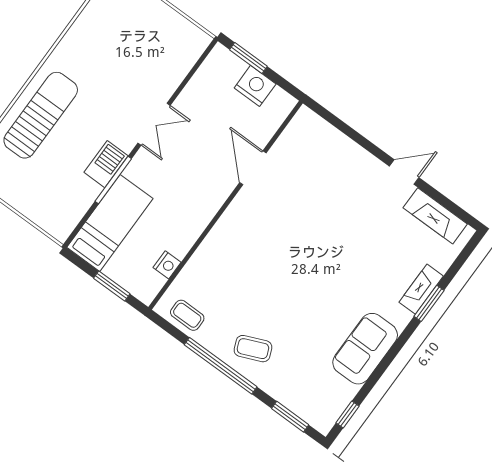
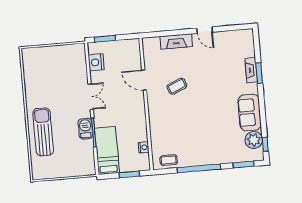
nightstand: (255, 86) -> (96, 62), moved, turned -90
door: (404, 172) -> (205, 30), swing flipped
fireplace: (435, 216) -> (176, 41), moved
coffee table: (253, 349) -> (177, 86), moved
plant: (336, 394) -> (254, 140), added

